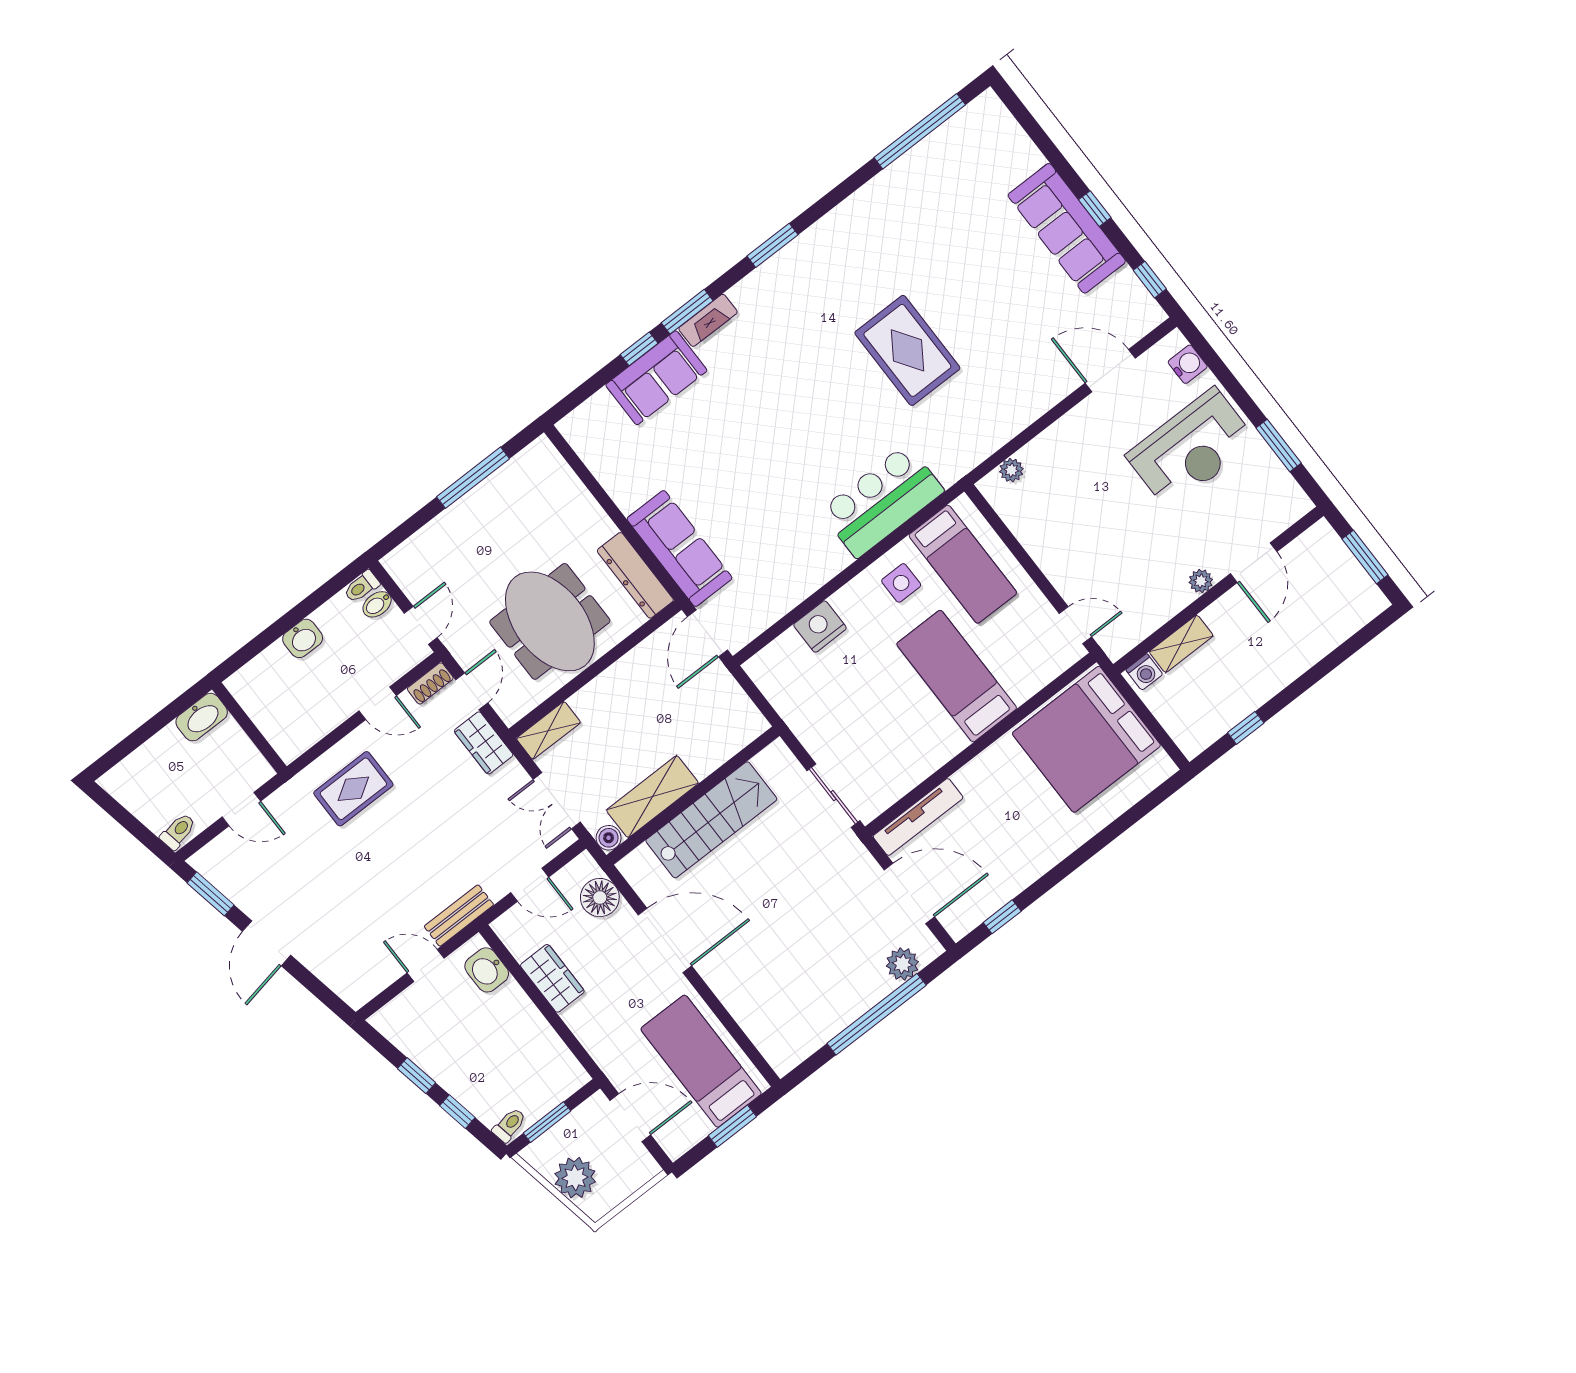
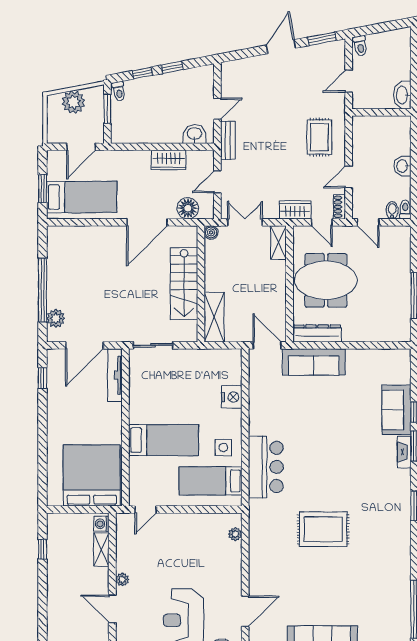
shelving: (652, 797) -> (214, 317), moved
door: (267, 943) -> (281, 47), hinge flipped

